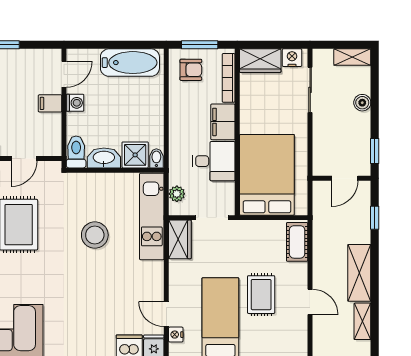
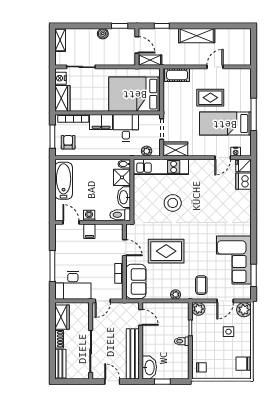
boiler: (362, 103) -> (103, 34), moved
shelving: (362, 321) -> (150, 60), moved

